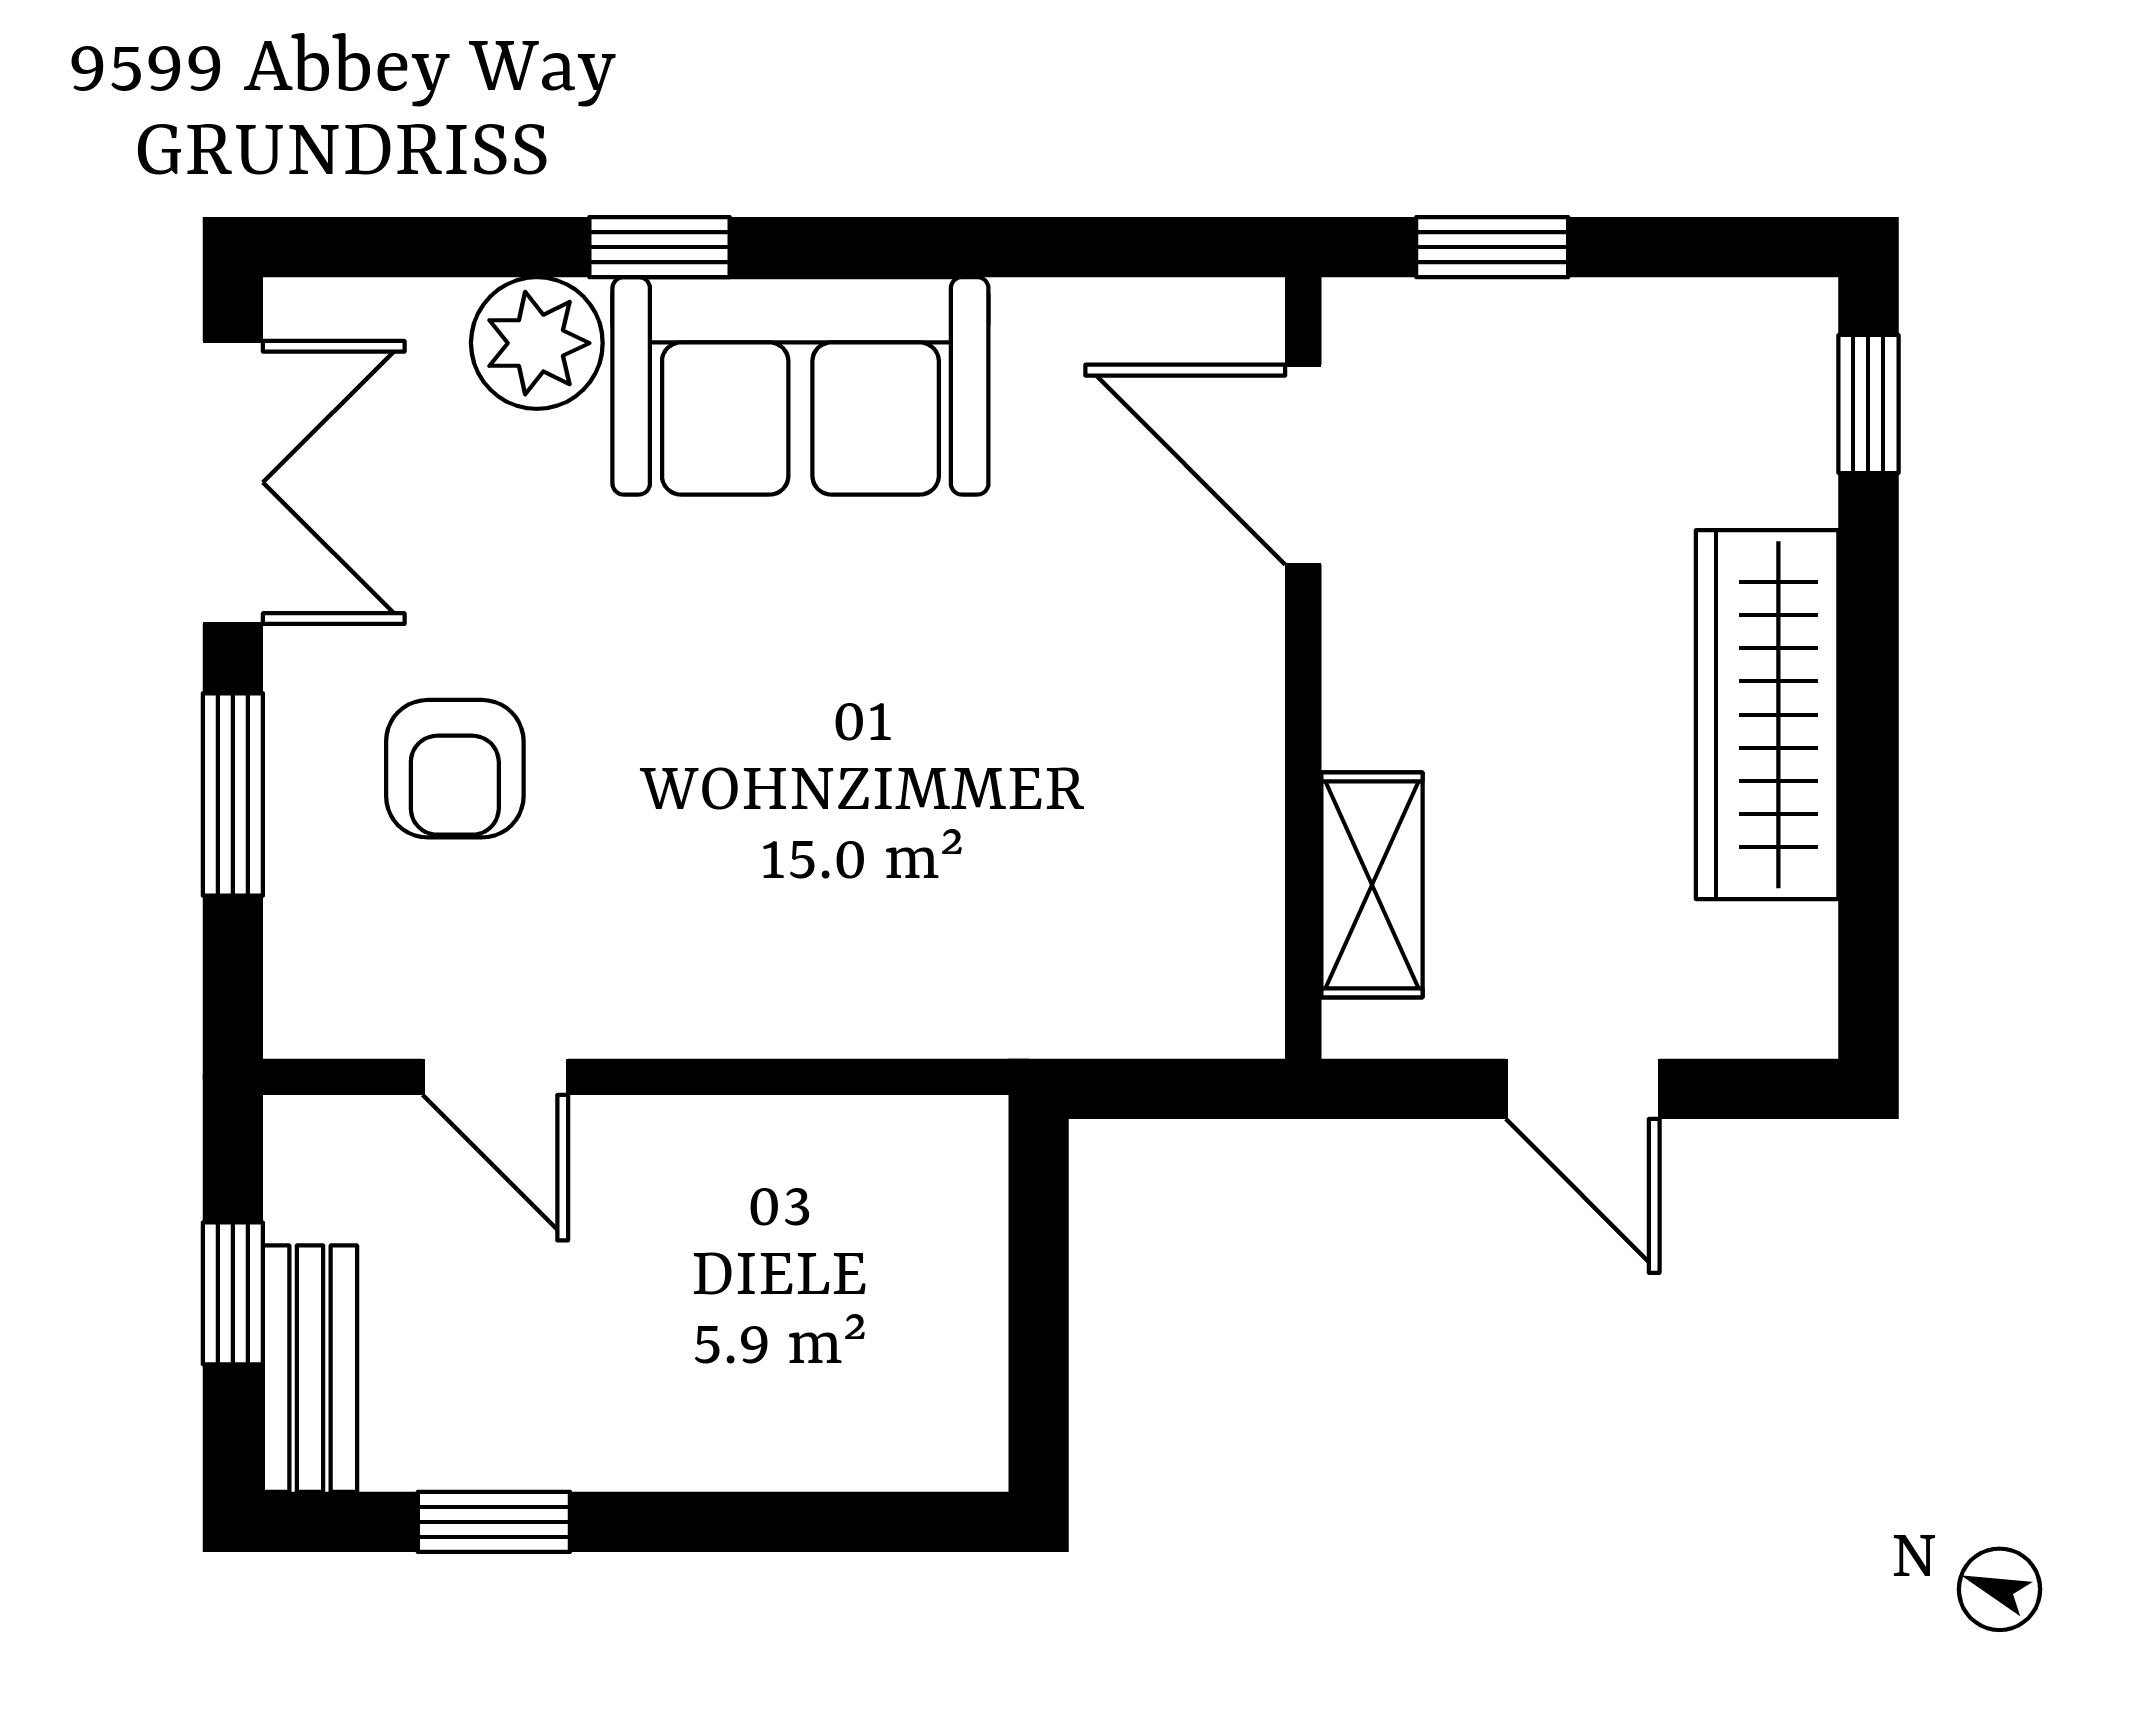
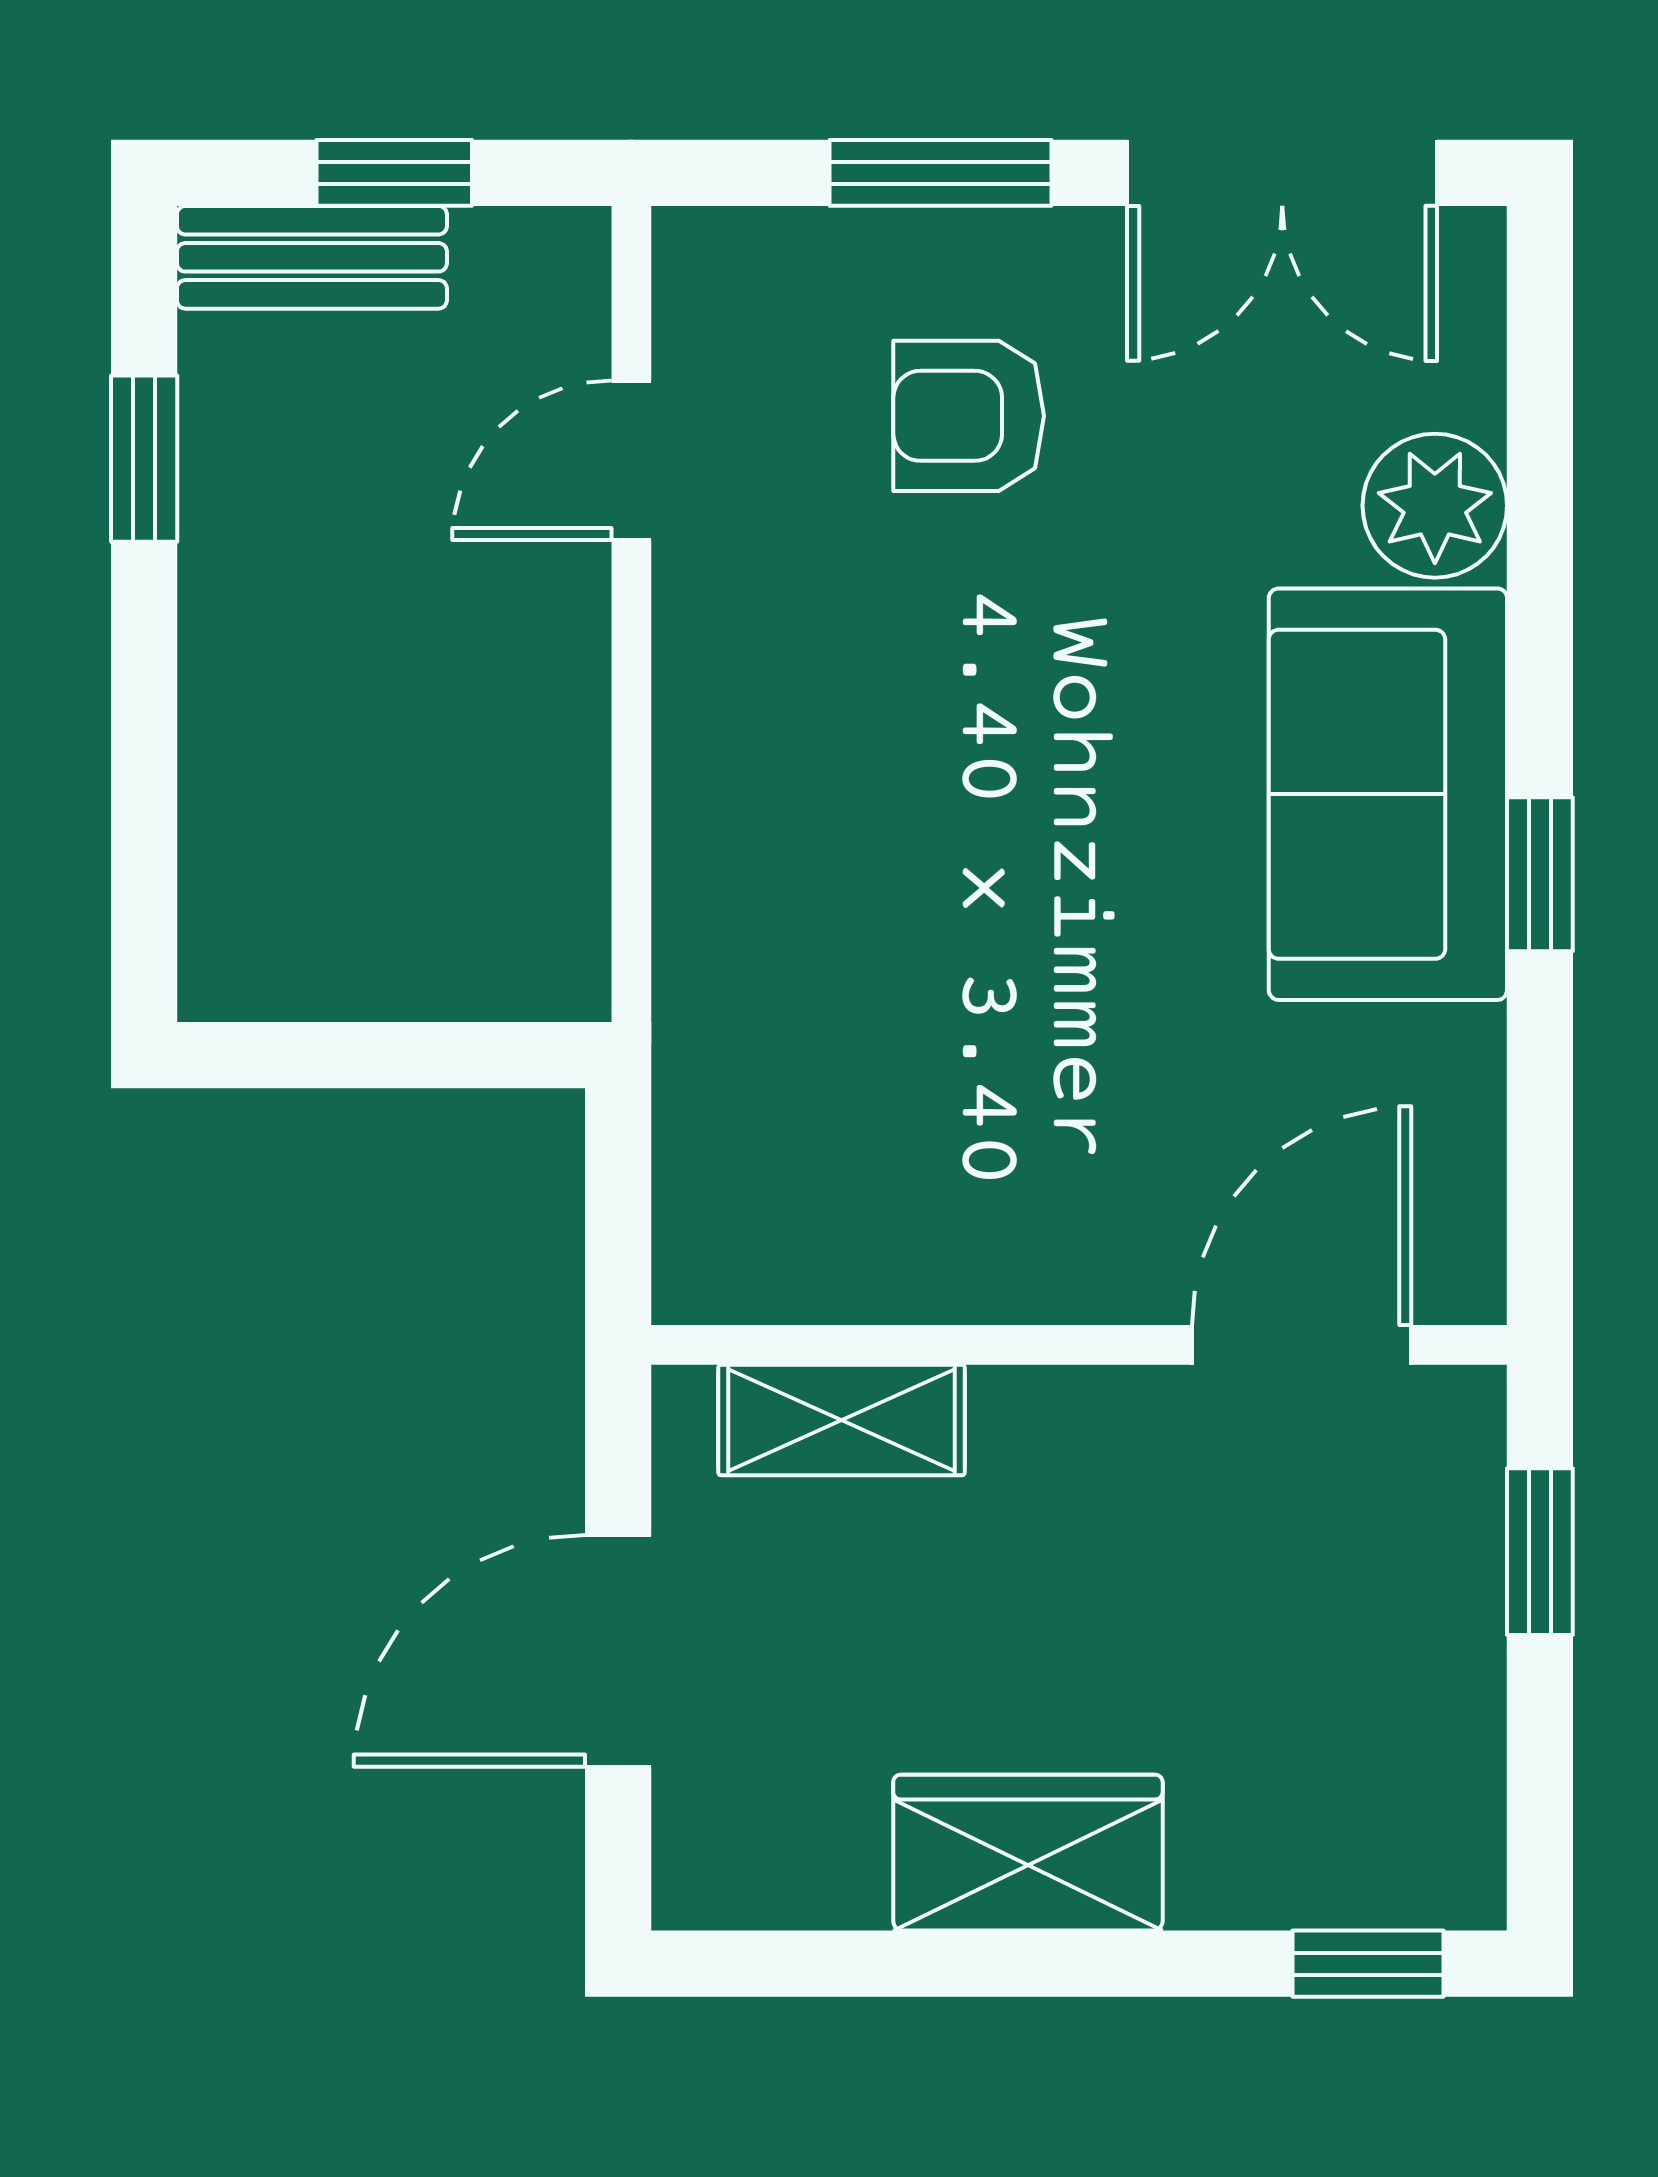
window: (660, 247) -> (1540, 874), moved
wardrobe: (1767, 715) -> (1028, 1853), width x0.67
door: (1583, 1089) -> (618, 1651), width x1.38

